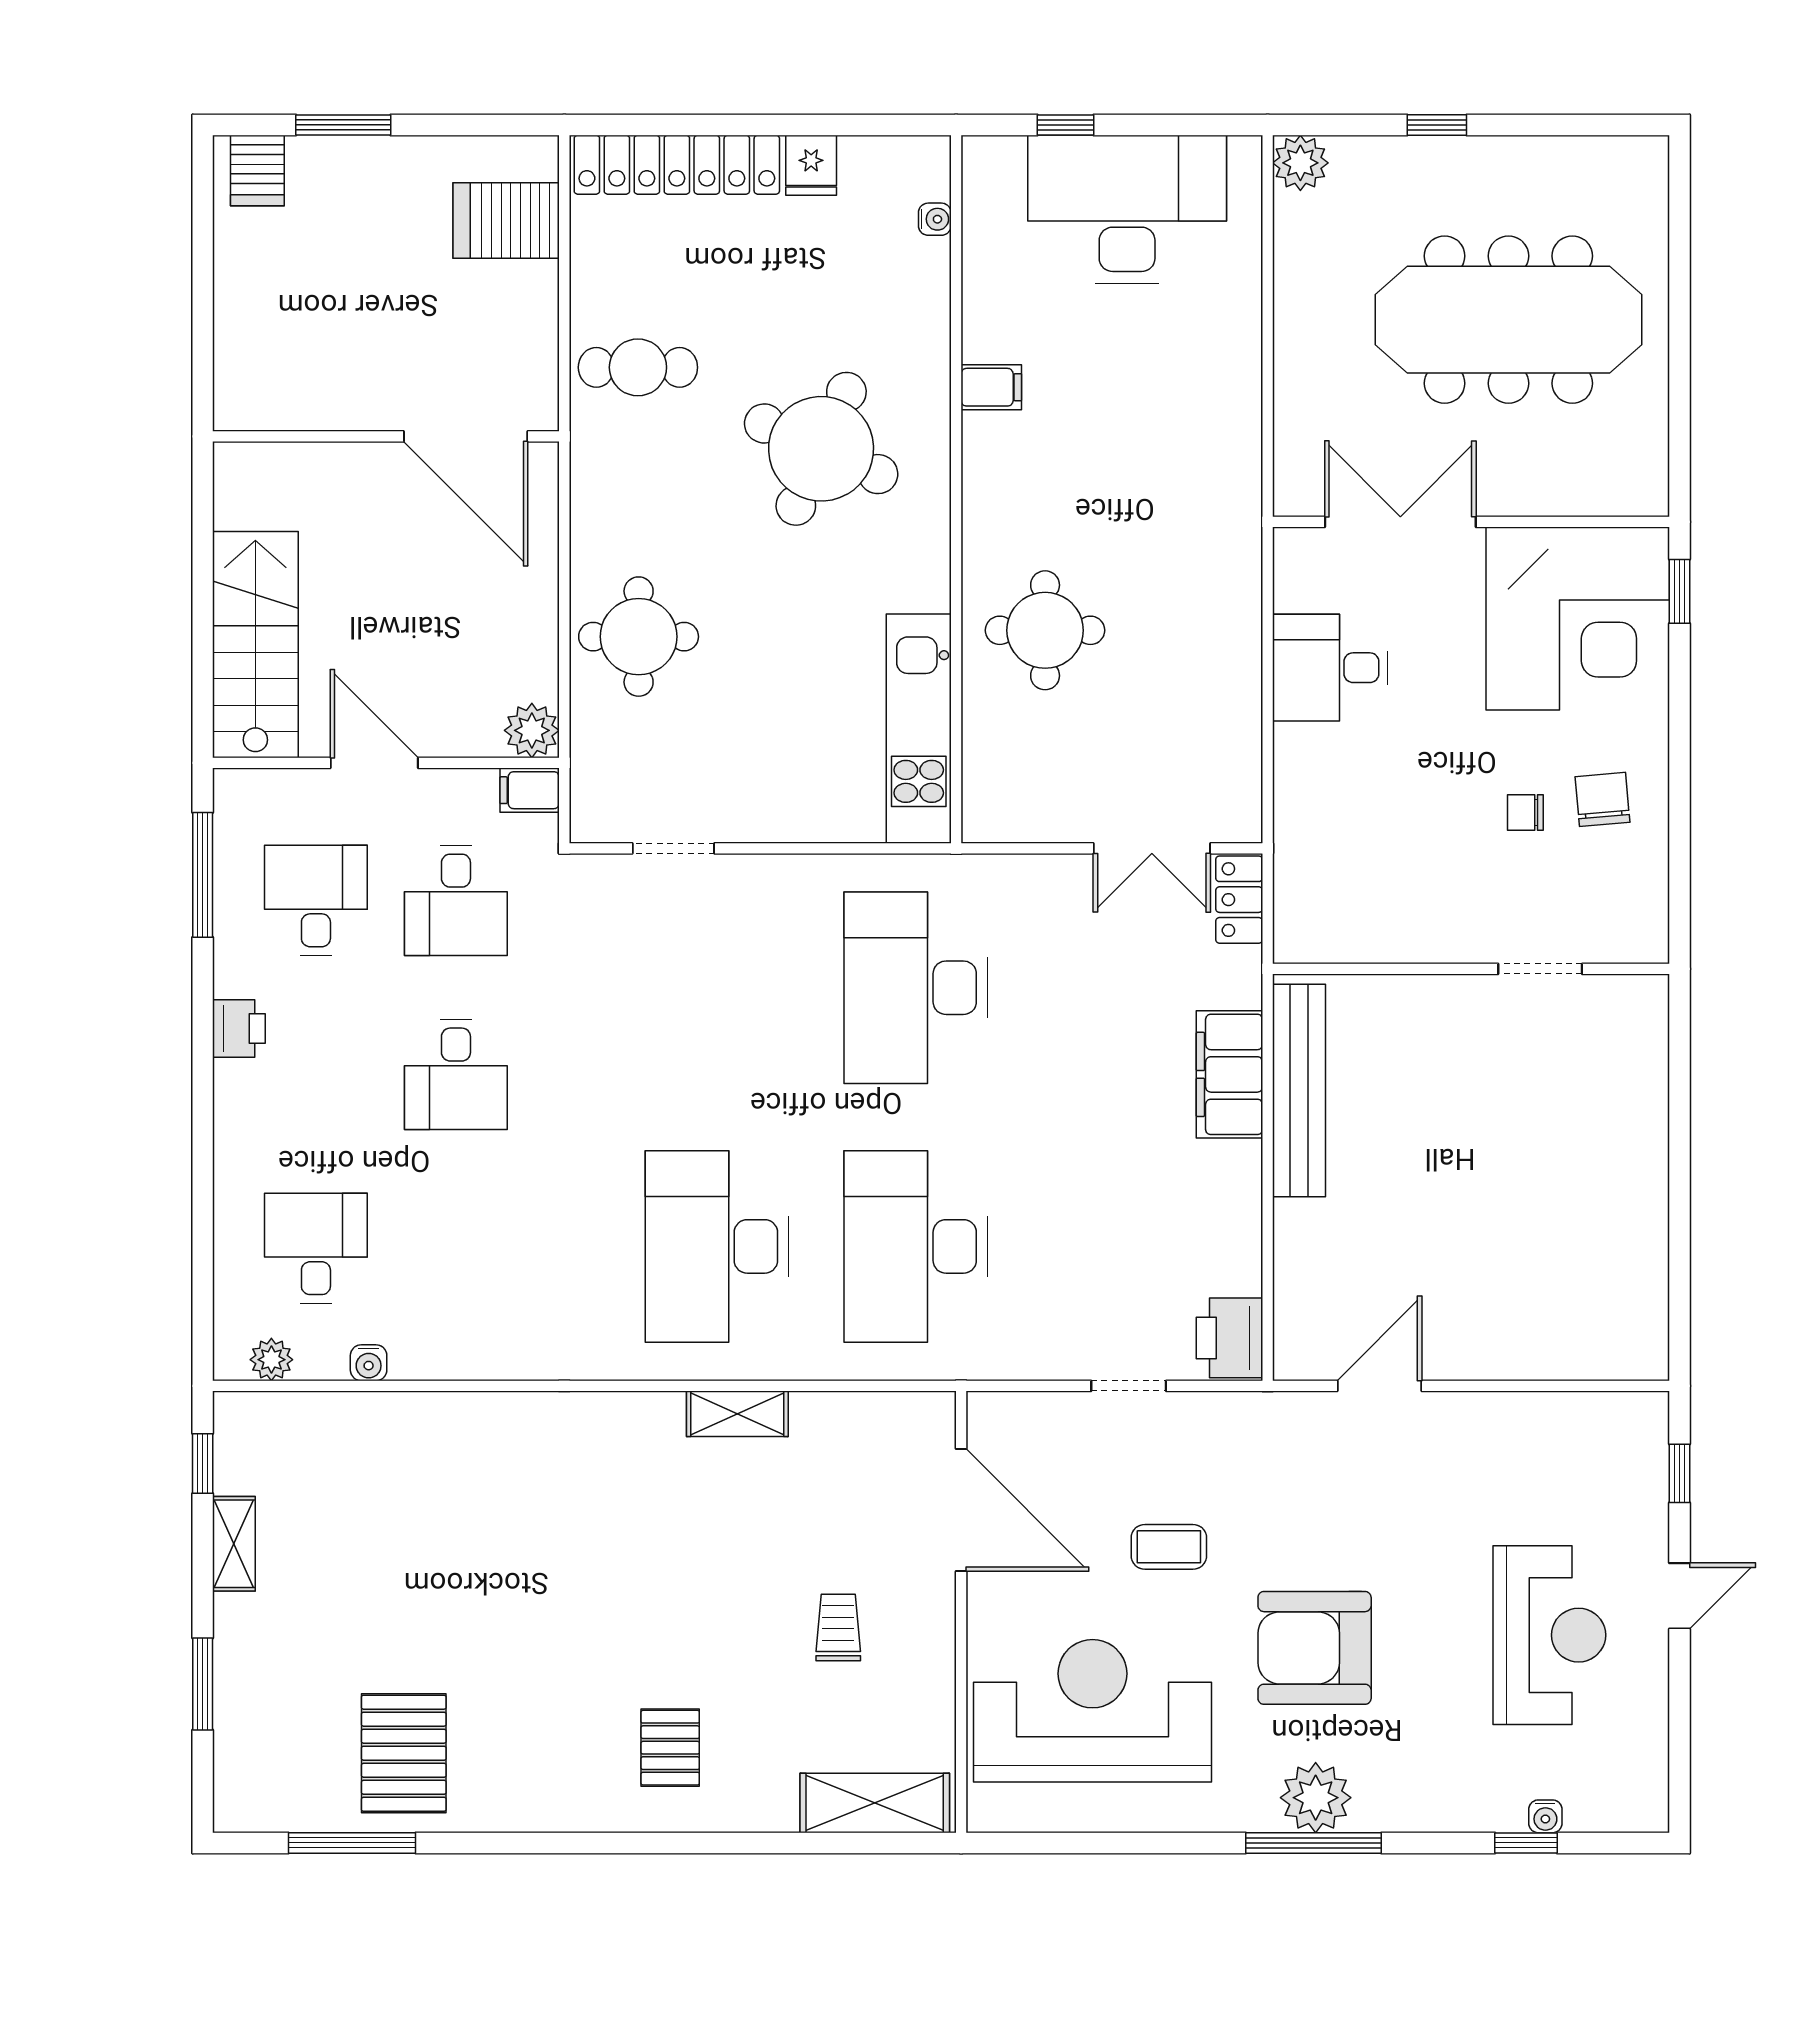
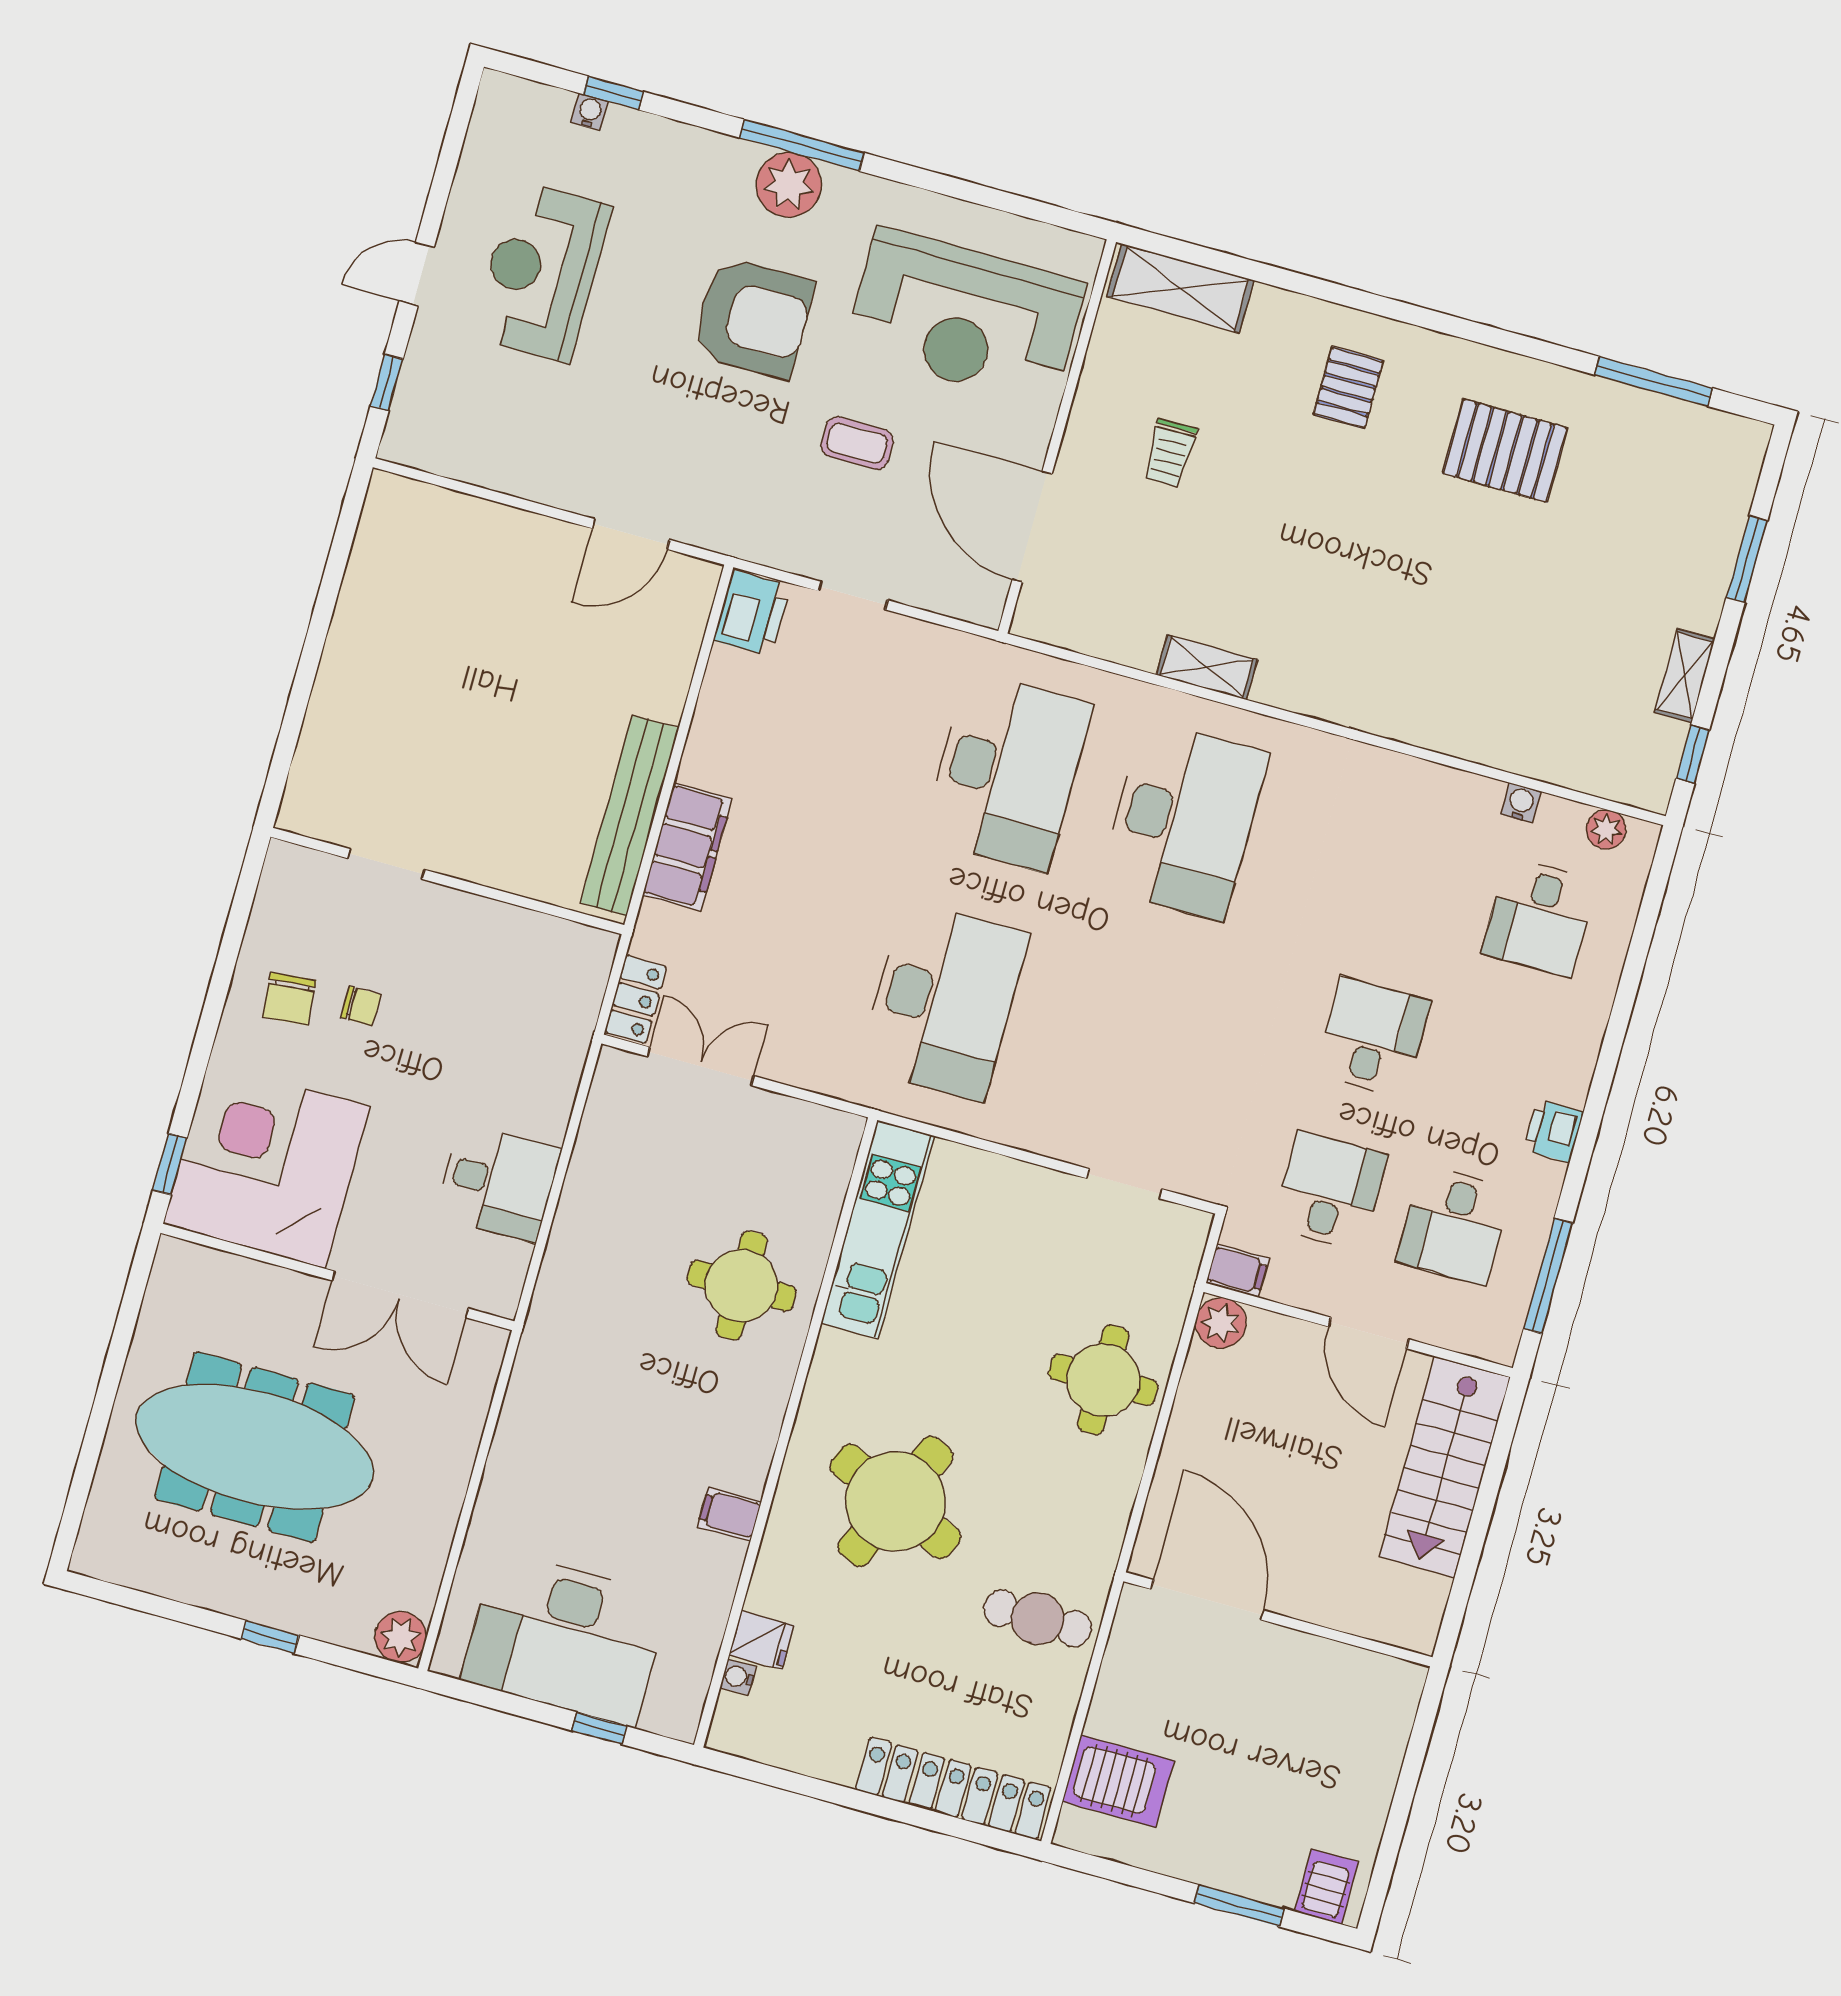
fridge: (811, 165) -> (762, 1640), moved, turned 90
pallet: (404, 1753) -> (1505, 451), moved, turned 90

